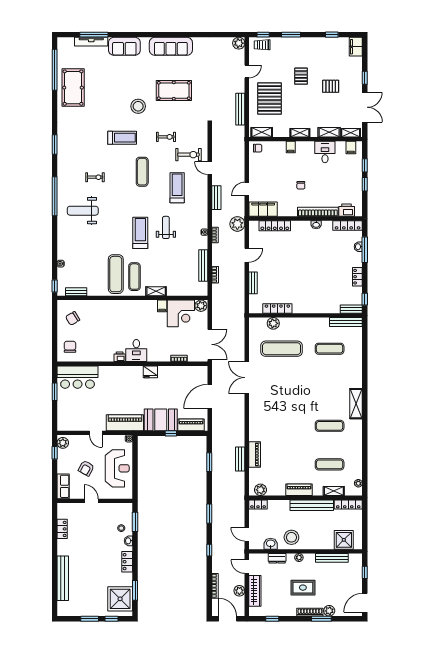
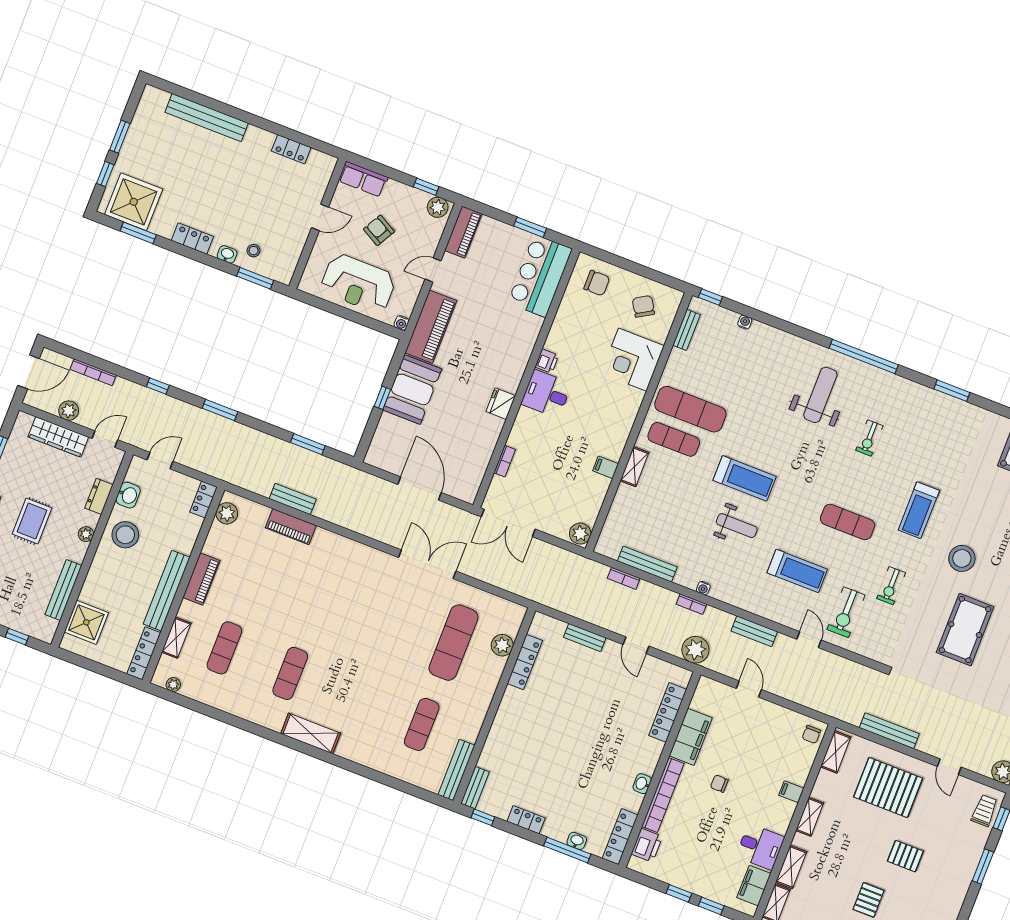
filing cabinet: (351, 148) -> (754, 886), width x2.00
door: (210, 168) -> (809, 640), hinge flipped
filing cabinet: (263, 209) -> (691, 737), moved
corner desk: (181, 313) -> (633, 360), moved
piano: (191, 425) -> (463, 232), moved

